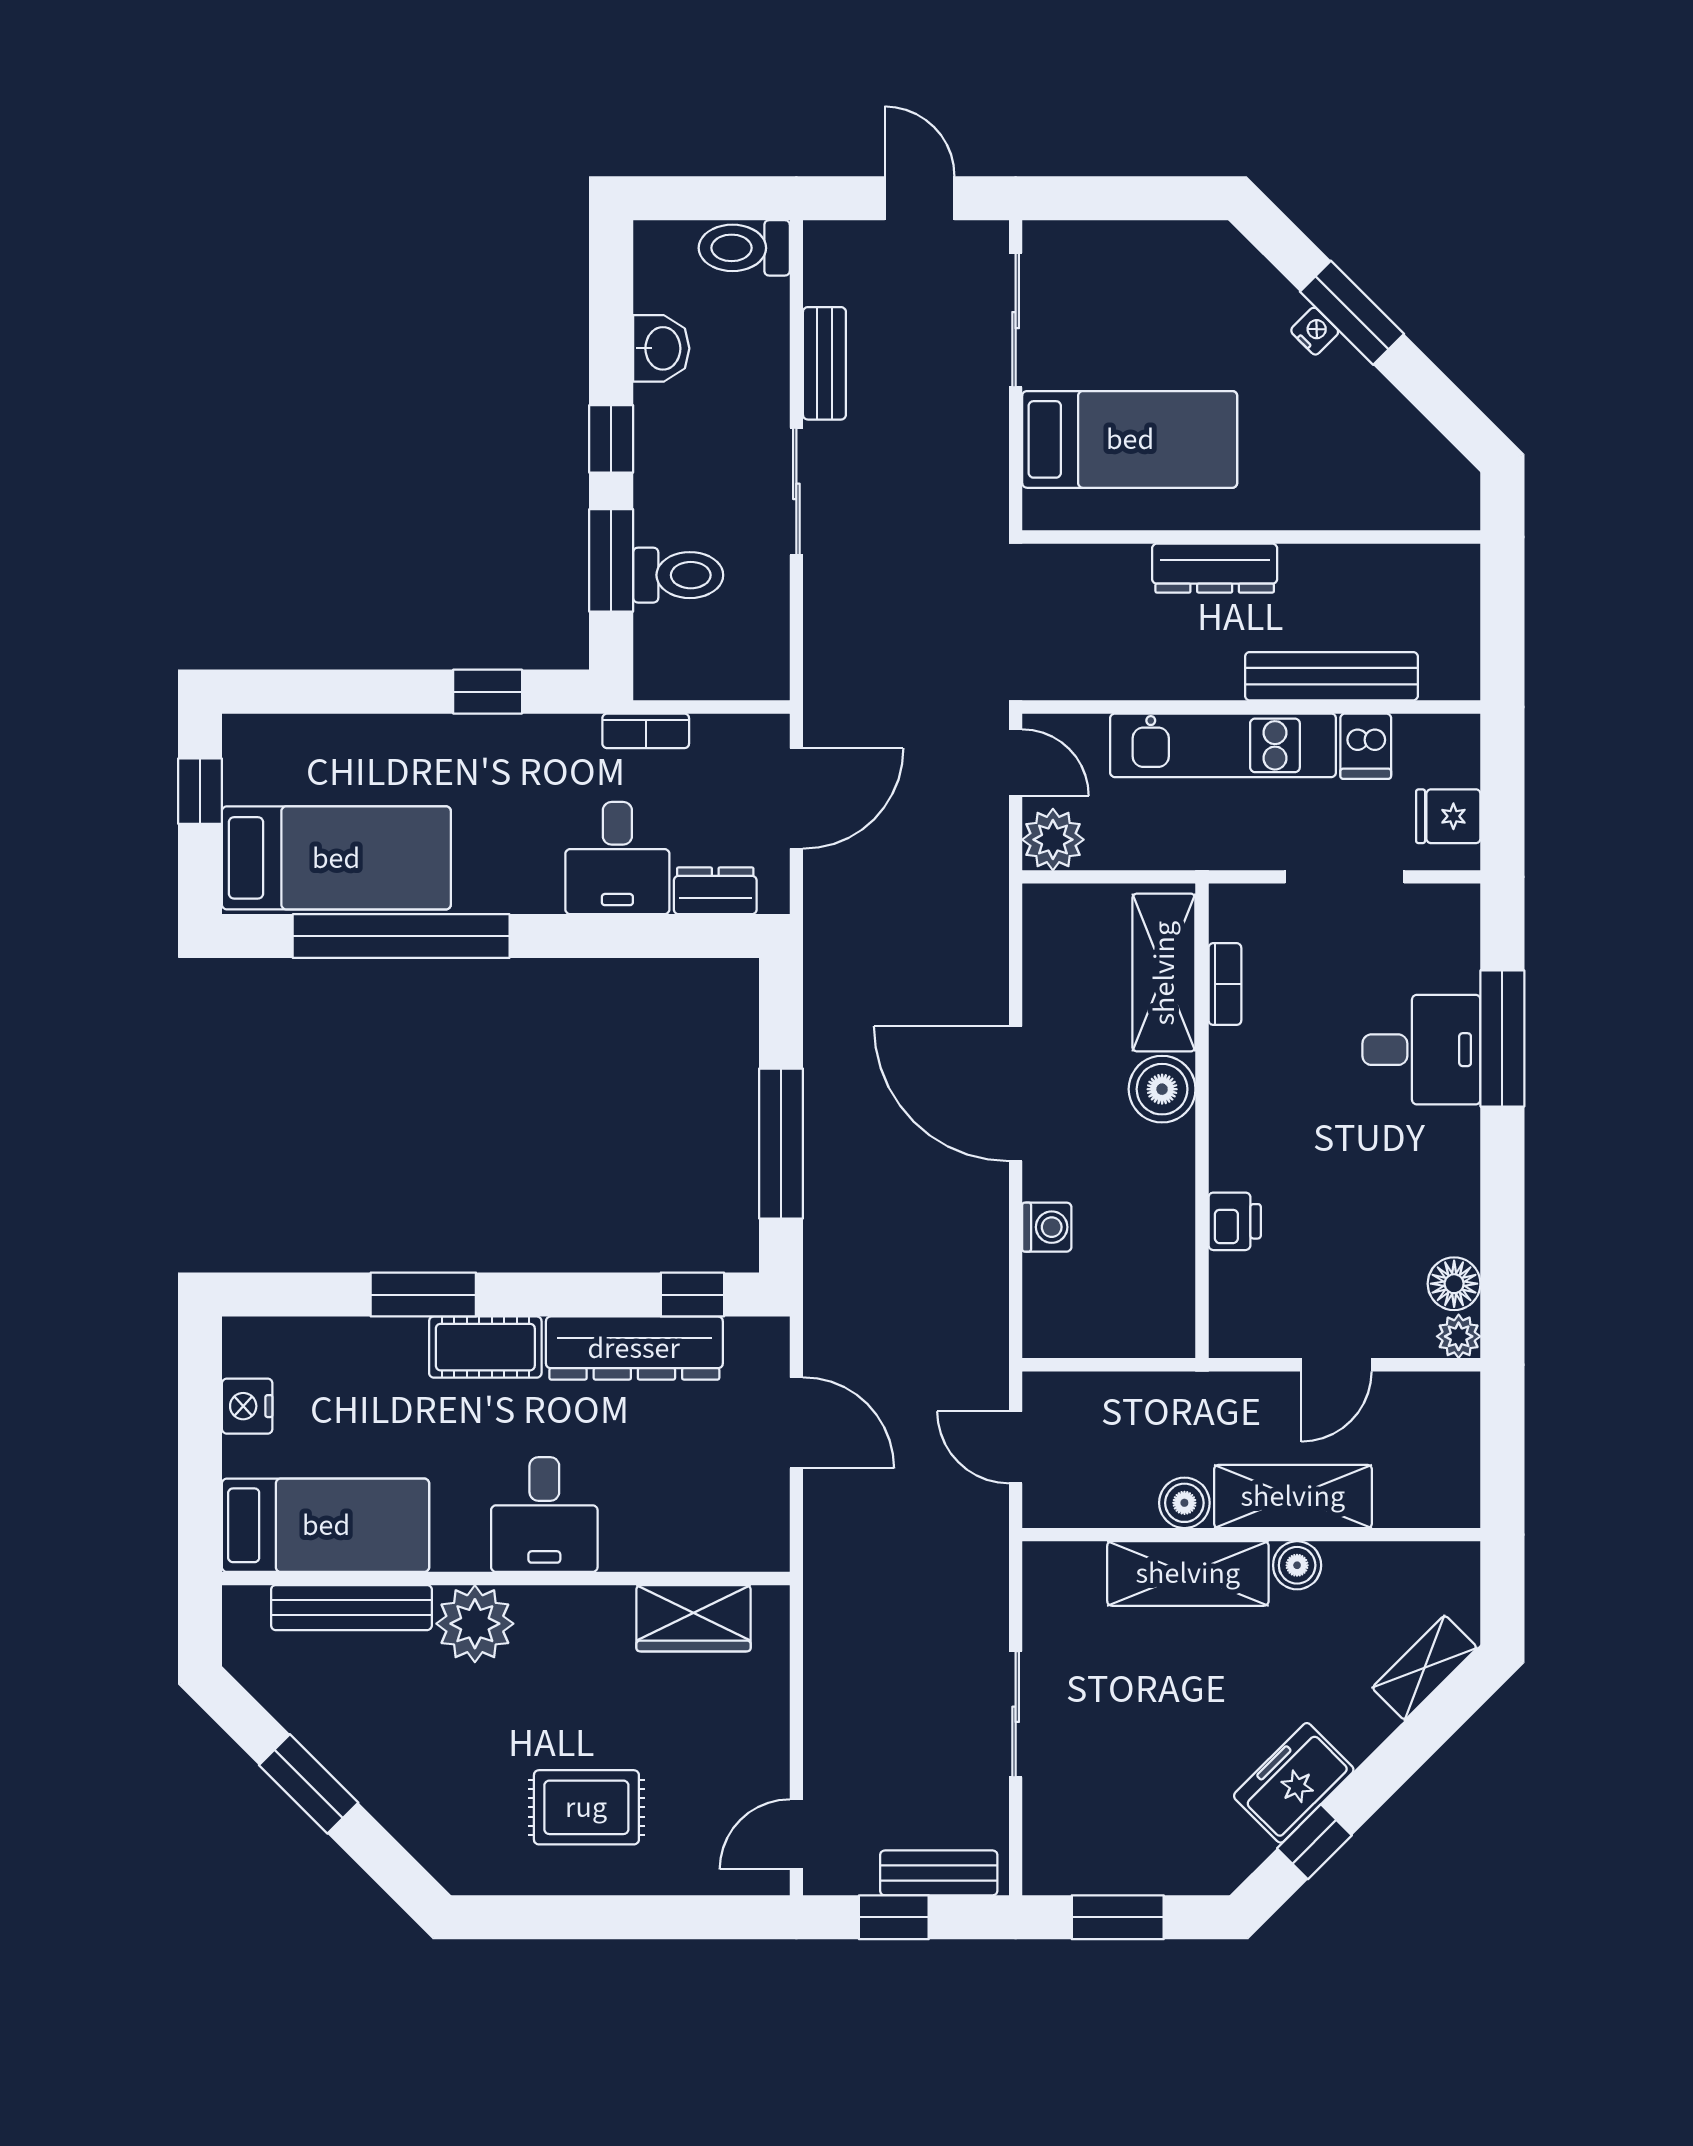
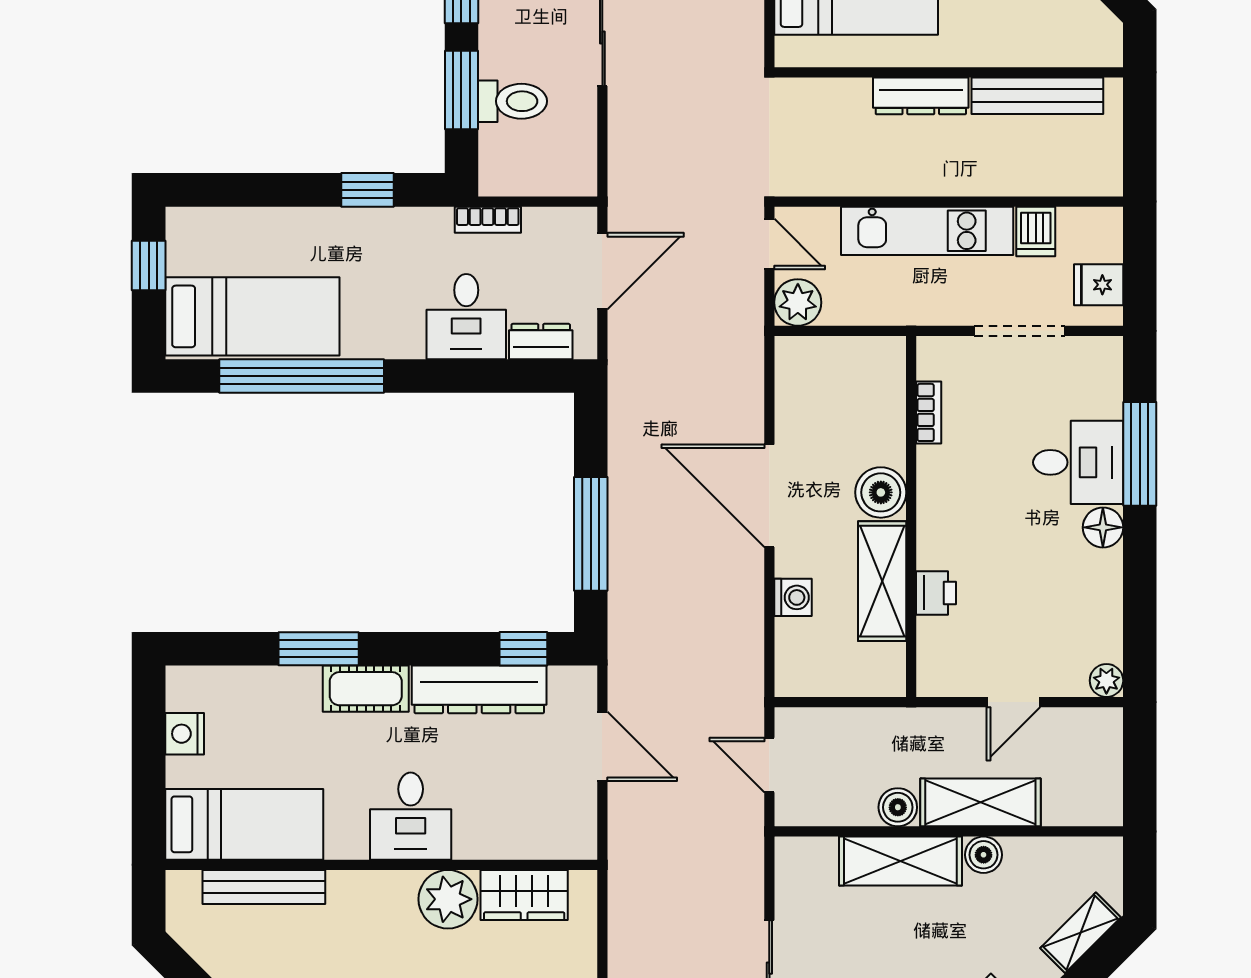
bench: (1331, 676) -> (1037, 96), moved
shelving: (1164, 973) -> (882, 581), moved
floor lamp: (1454, 1284) -> (1103, 527), moved
plant: (475, 1624) -> (448, 899), moved

